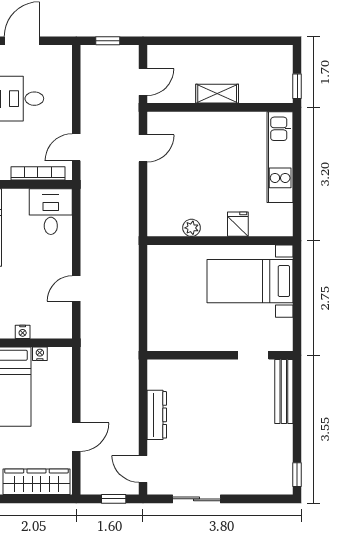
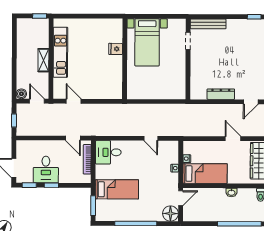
boiler: (156, 54) -> (21, 94), added
kitchen unit: (280, 157) -> (60, 52), moved, turned -90
plant: (192, 228) -> (118, 75), removed

